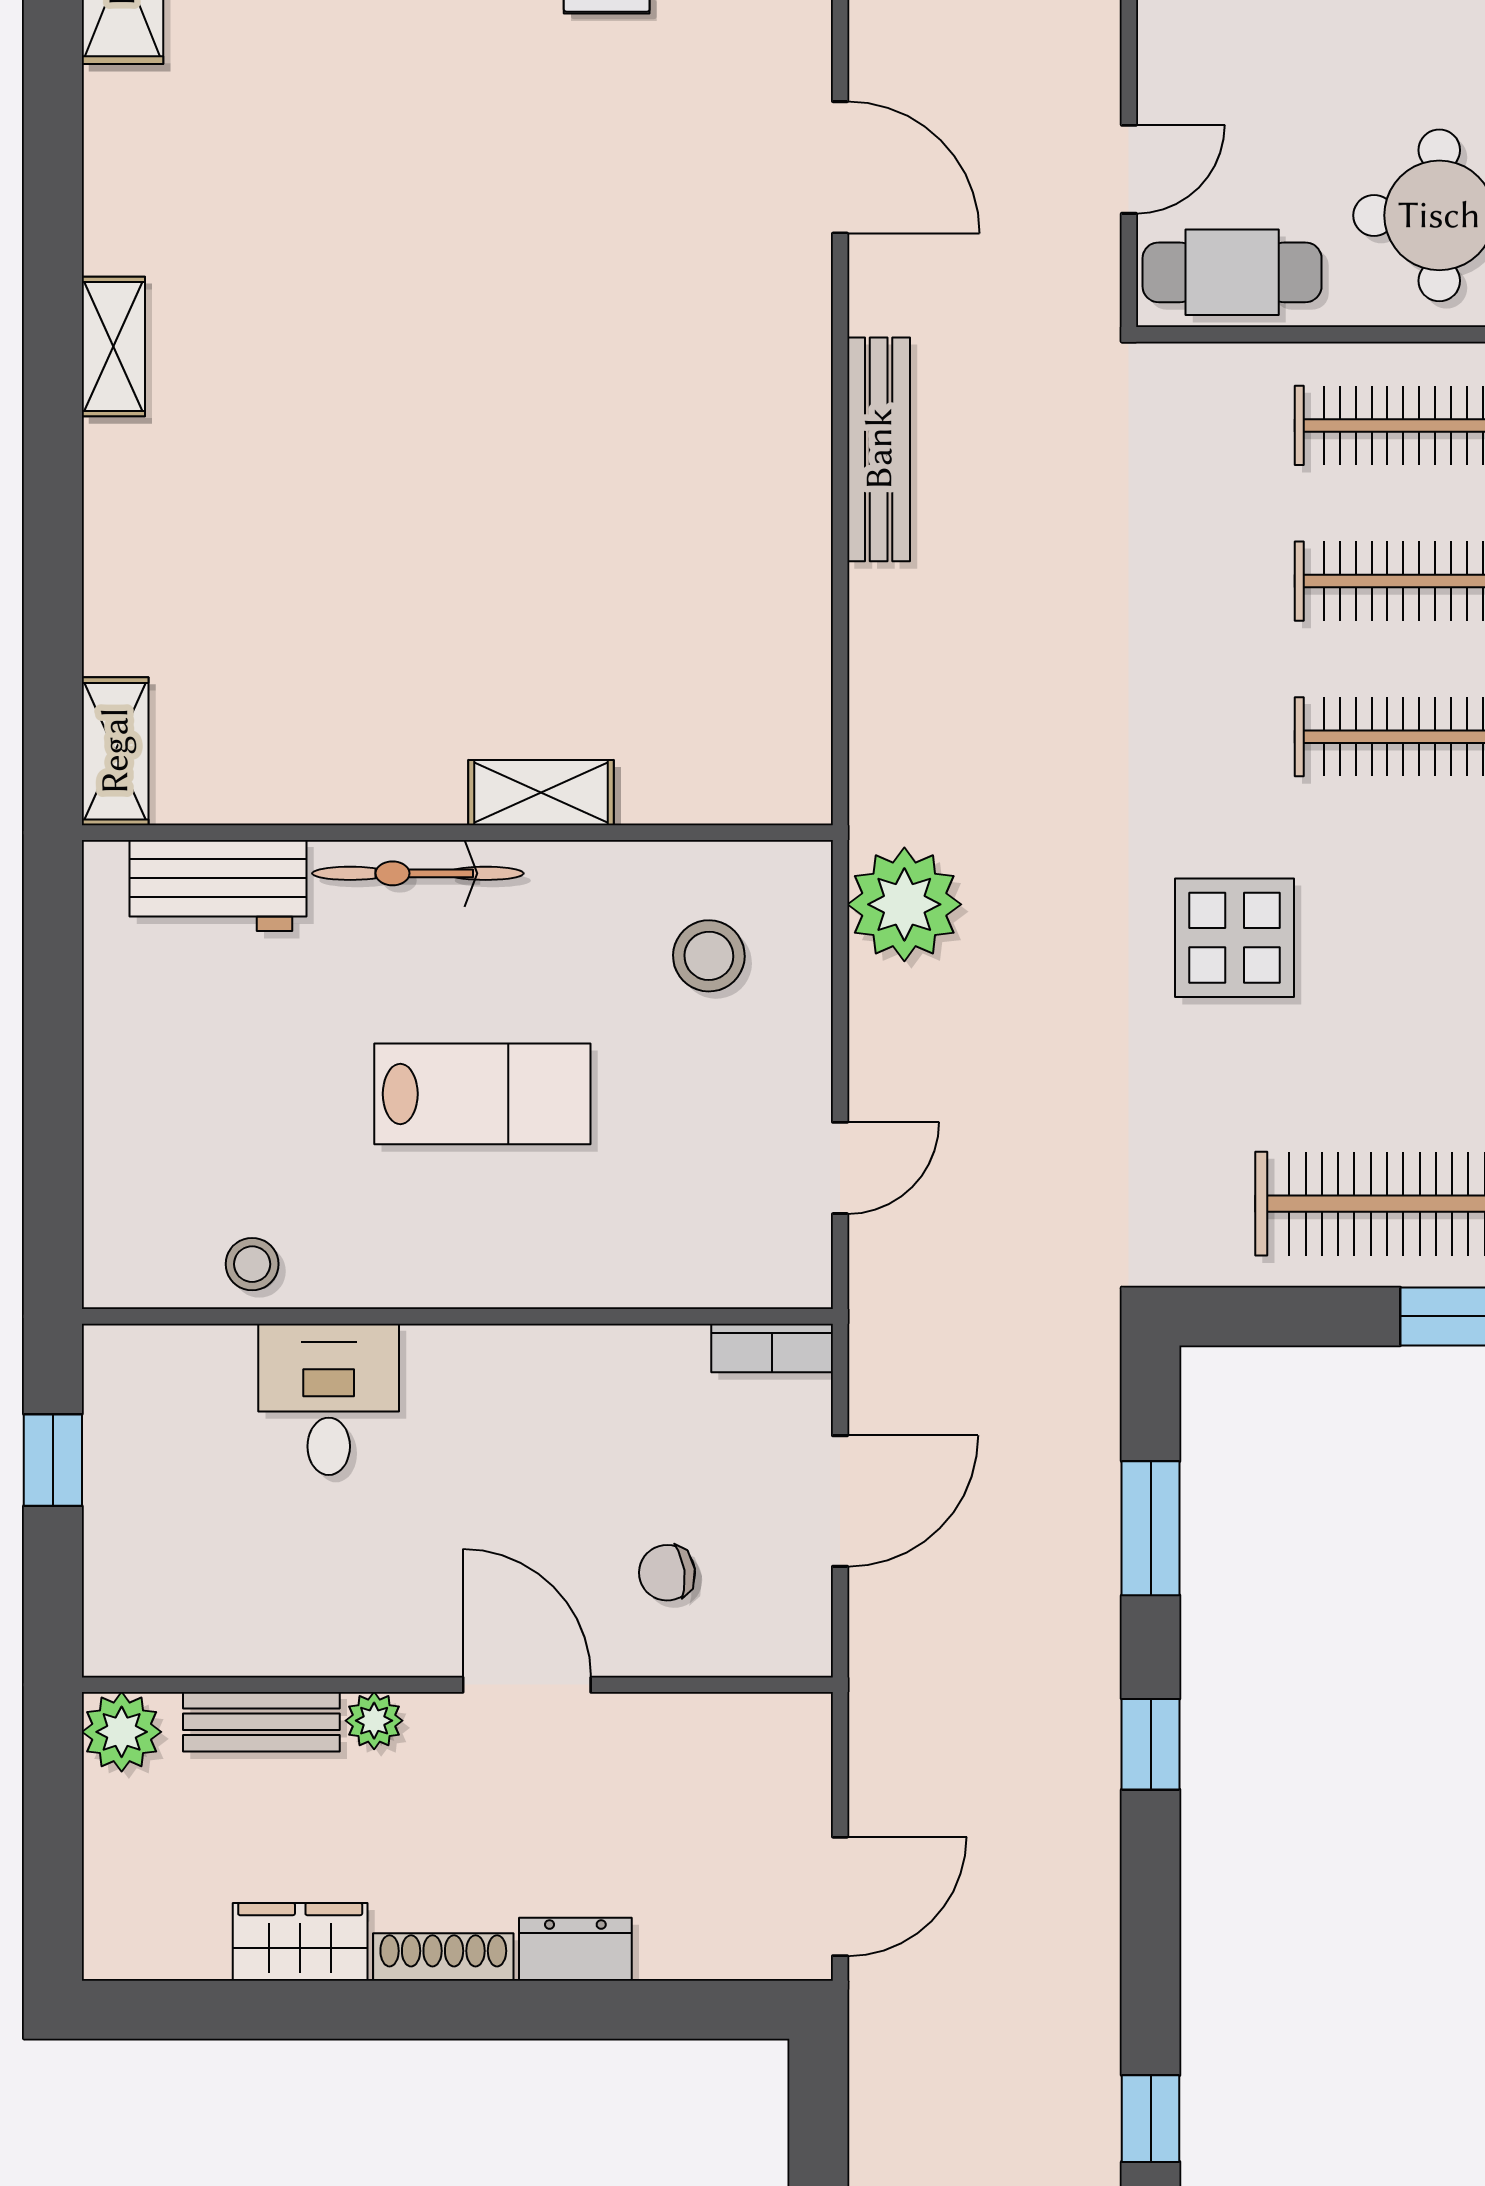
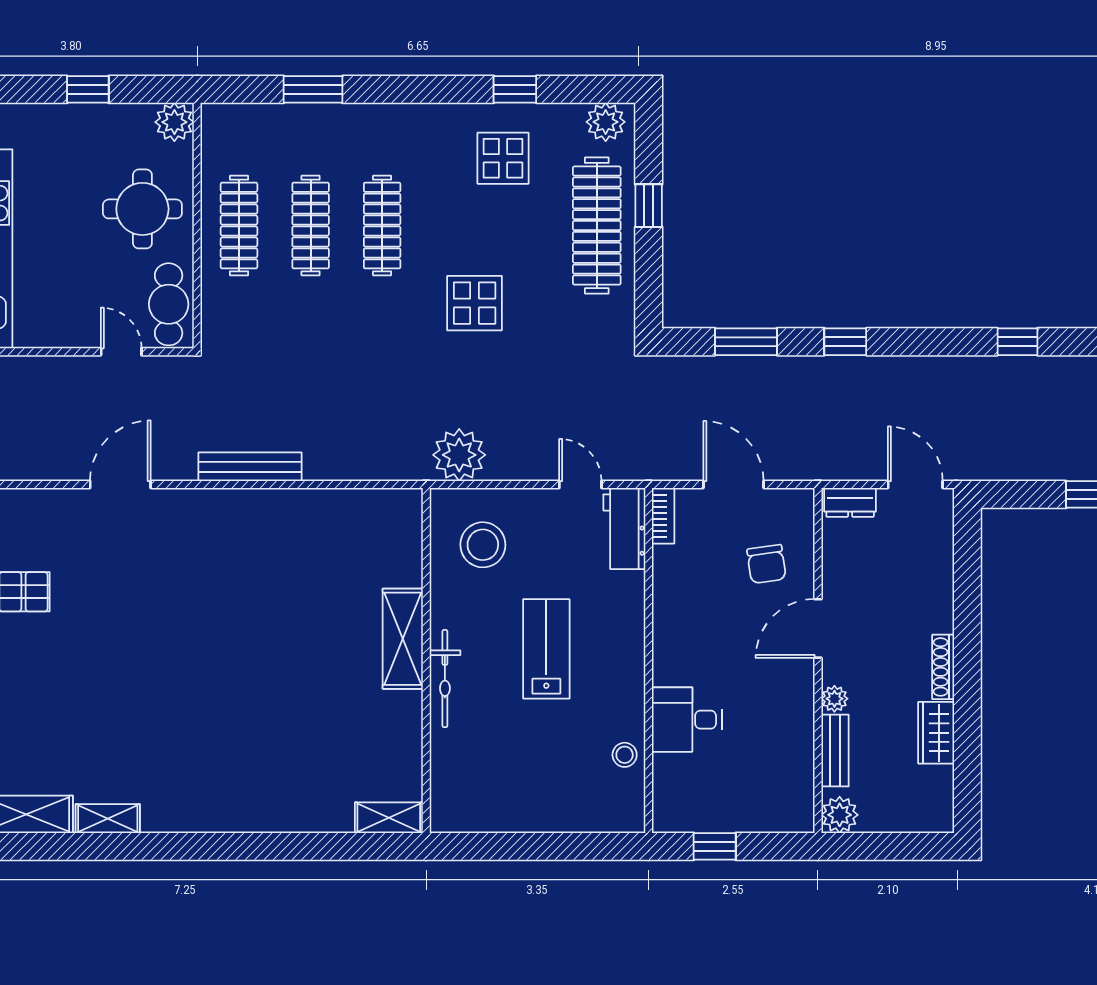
shelving: (113, 346) -> (108, 819), moved
shelving: (541, 793) -> (403, 639), width x1.50, depth x1.33
workbench: (218, 885) -> (624, 528), moved, turned 180
stool: (709, 956) -> (483, 545), width x1.38, depth x1.38
chair: (667, 1573) -> (766, 564), width x1.37, depth x1.37
dresser: (575, 1949) -> (850, 502), moved, turned -90

